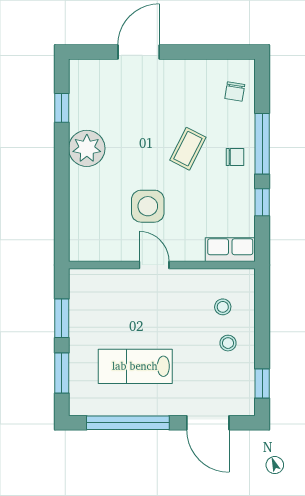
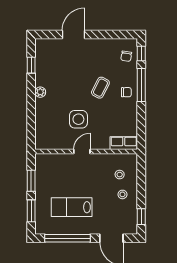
plant: (87, 148) -> (40, 92), width x0.53, depth x0.53
window: (262, 202) -> (141, 54), moved
door: (154, 265) -> (82, 152), hinge flipped

